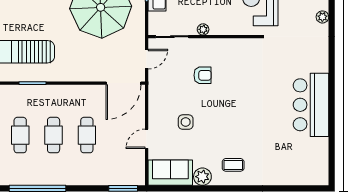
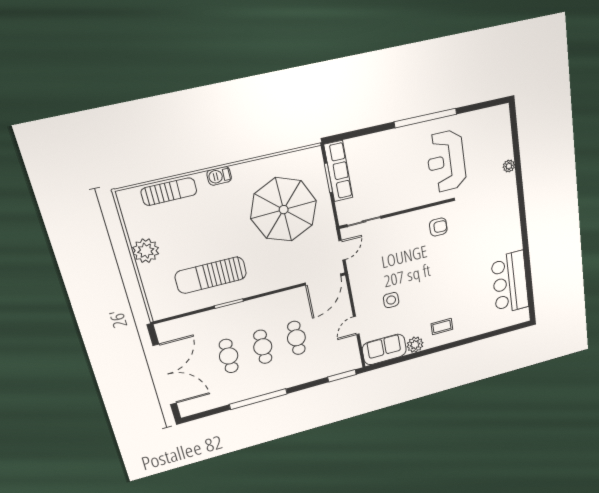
plant: (203, 29) -> (394, 207), removed
armchair: (203, 75) -> (438, 227), moved
bar counter: (311, 105) -> (510, 283), moved

